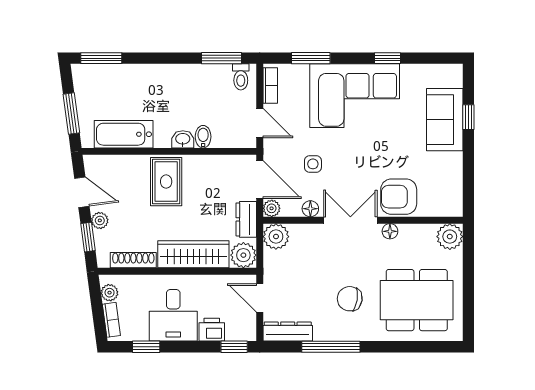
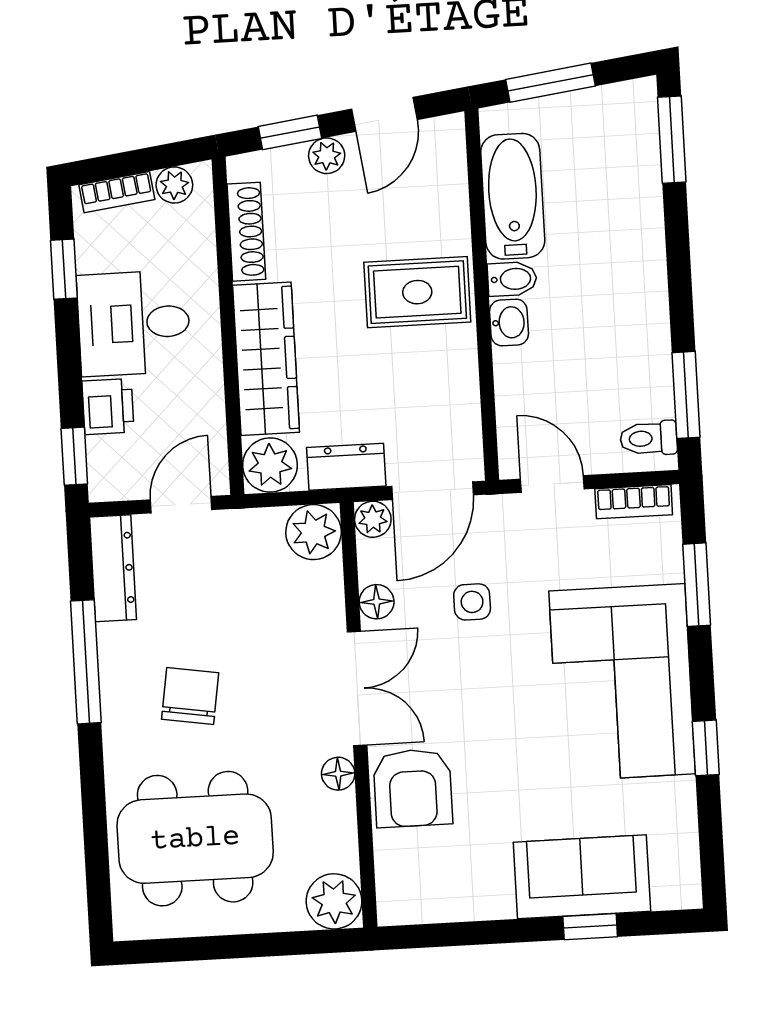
door: (260, 123) -> (552, 484), swing flipped
bidet: (203, 137) -> (512, 279), moved
armchair: (399, 197) -> (413, 788), turned 180
dining table: (417, 300) -> (195, 839), turned 90

